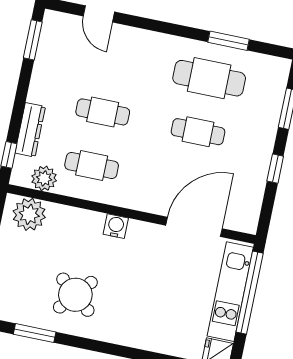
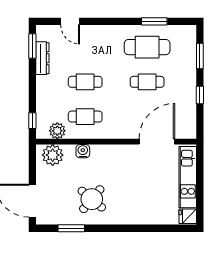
dresser: (30, 130) -> (42, 58), moved
water cooler: (116, 226) -> (83, 151), moved
window: (250, 293) -> (200, 175), removed

